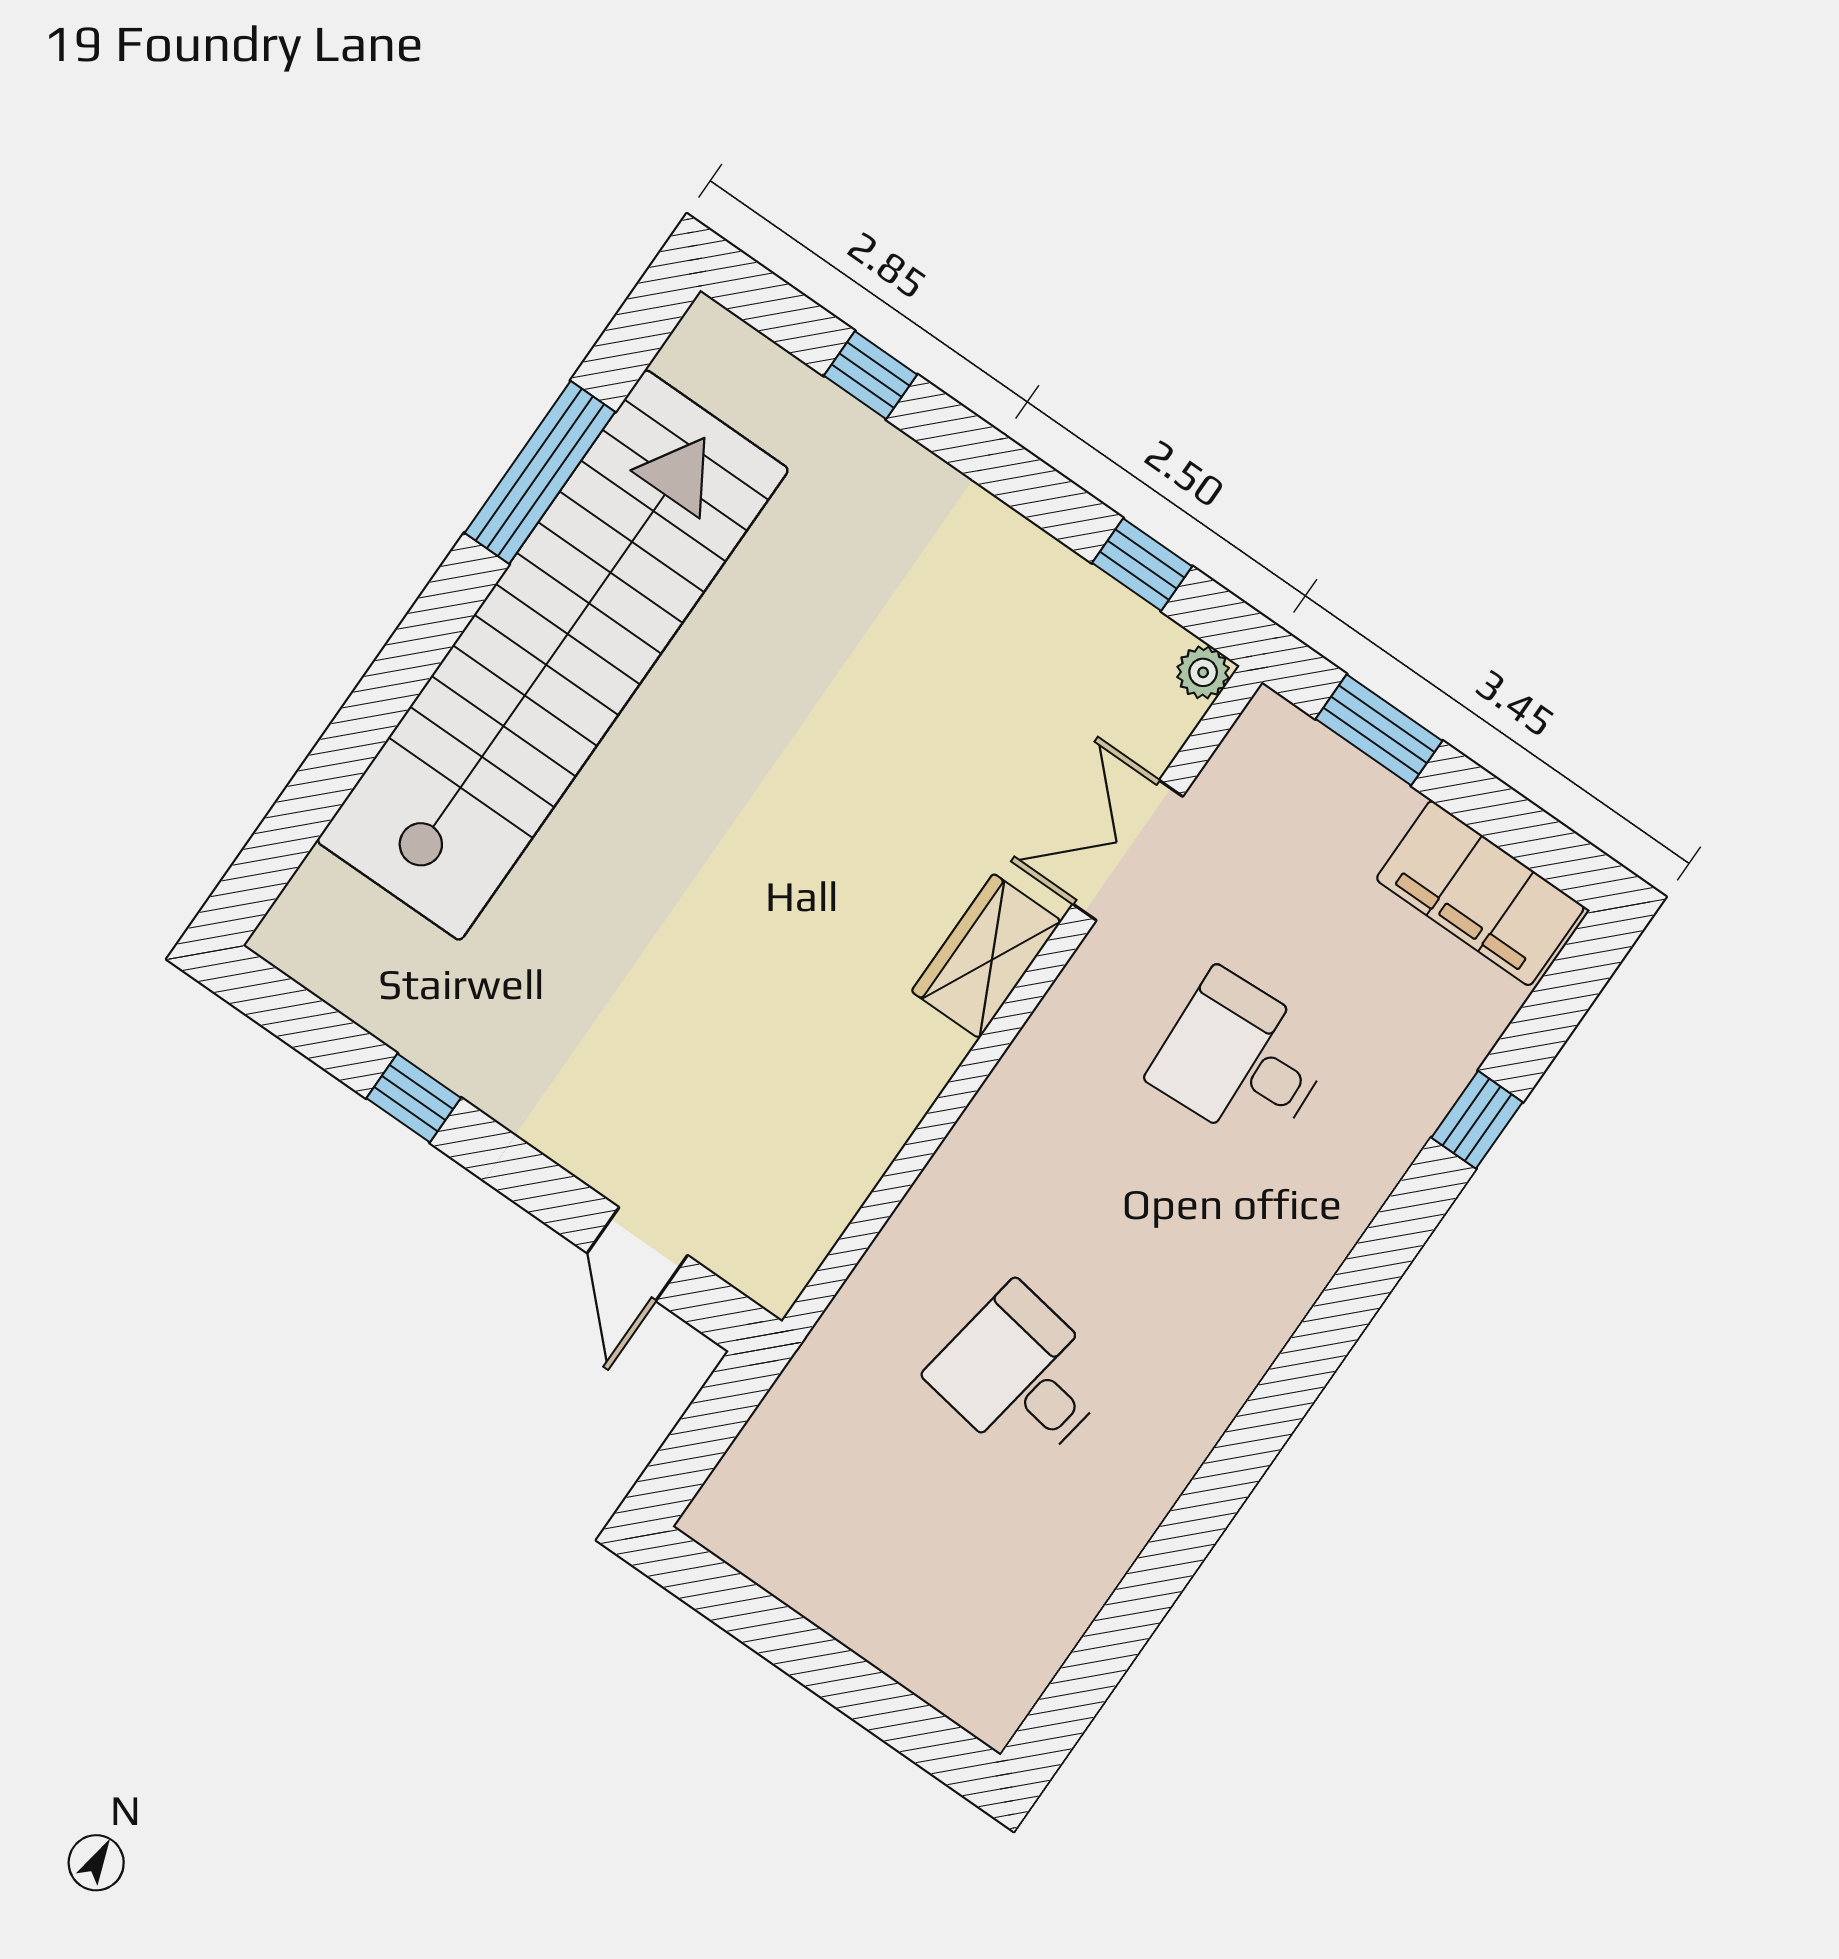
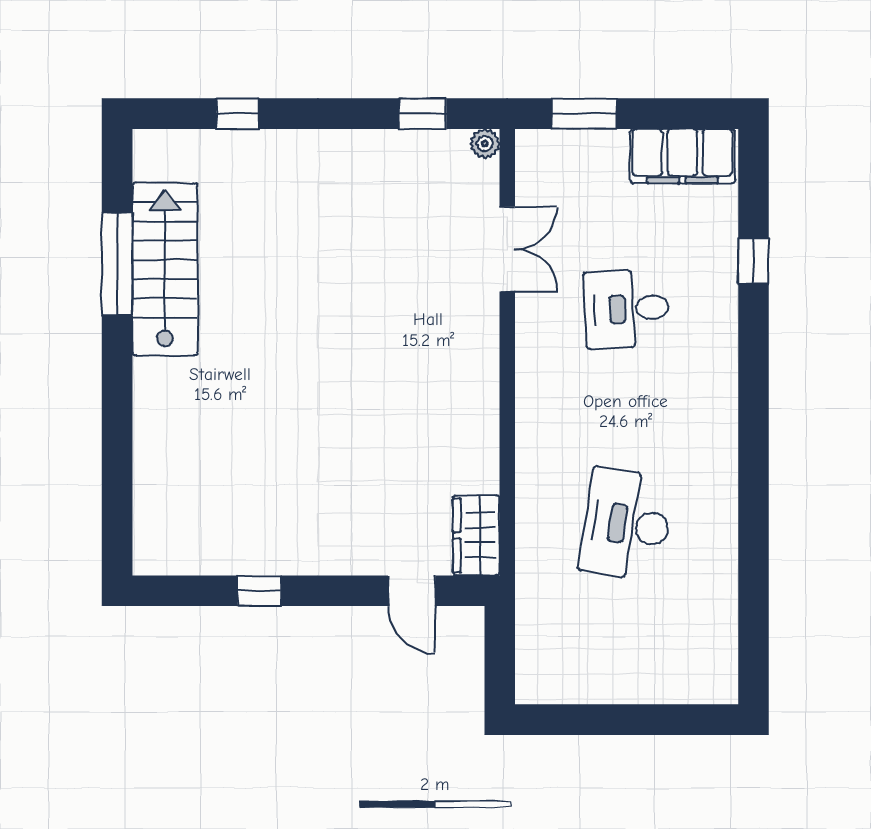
stairs: (553, 655) -> (165, 269), width x0.54, depth x0.66
double door: (1128, 850) -> (507, 249), swing flipped
wardrobe: (986, 956) -> (476, 535), moved
desk: (1021, 1377) -> (627, 524), width x1.37

